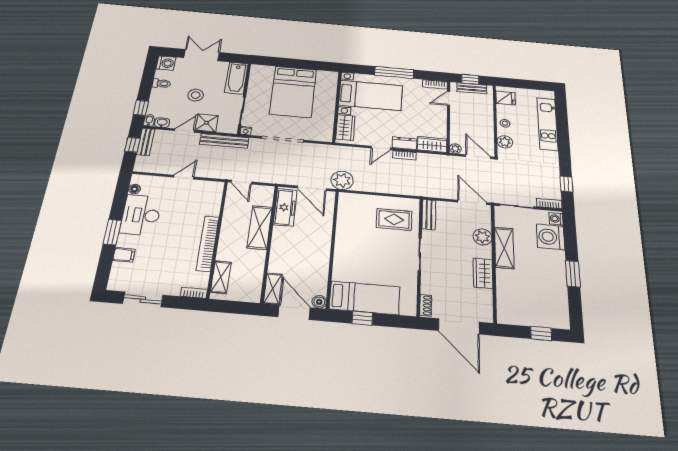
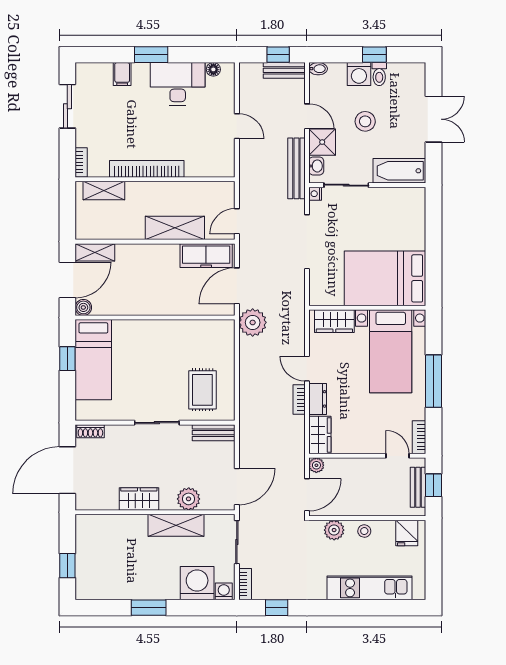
washing machine: (166, 63) -> (359, 74), moved
bed: (293, 92) -> (385, 278), moved
window: (141, 108) -> (374, 55), moved
washbasin: (162, 123) -> (316, 166), moved
door: (241, 182) -> (237, 221), moved

